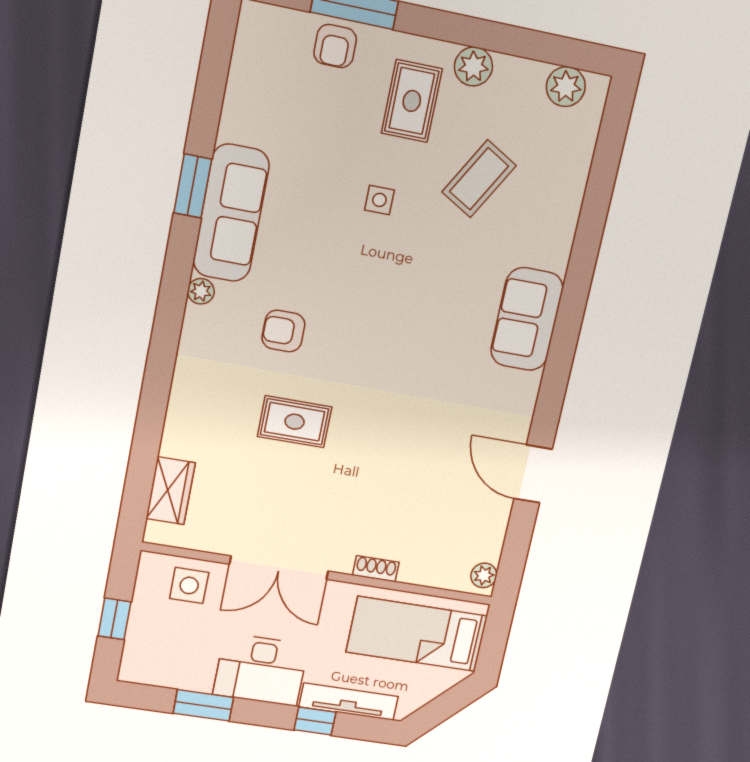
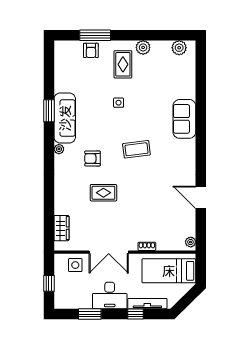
coffee table: (479, 179) -> (136, 149), moved, turned 53
sofa: (527, 319) -> (184, 119), moved

